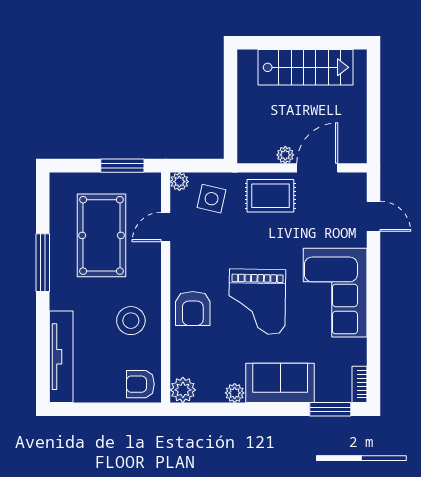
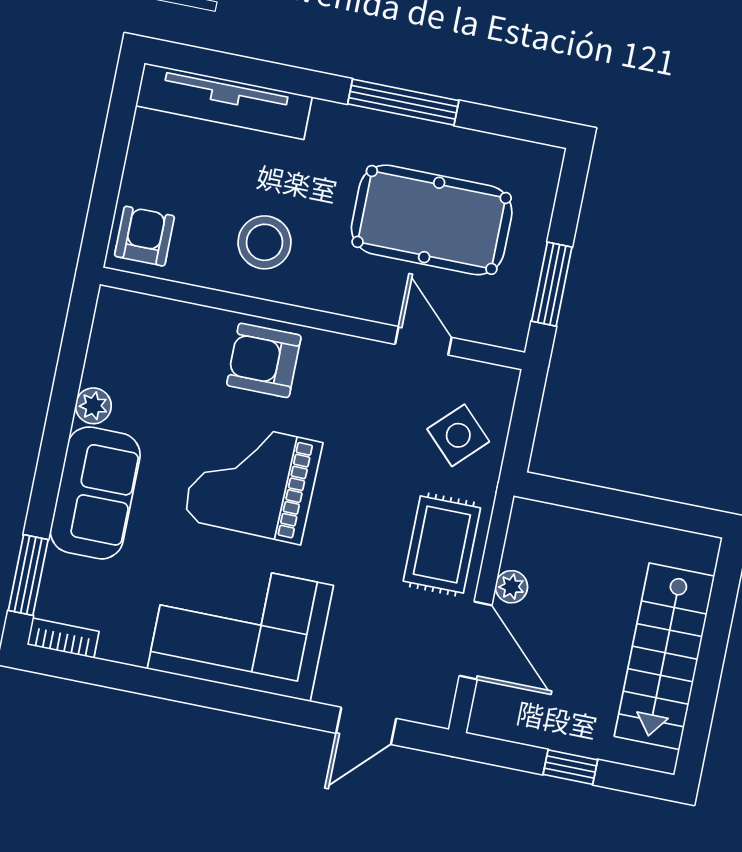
window: (374, 105) -> (570, 767), added
plant: (179, 182) -> (502, 383), removed
side table: (212, 199) -> (458, 435), turned 32
plant: (183, 390) -> (118, 312), removed

